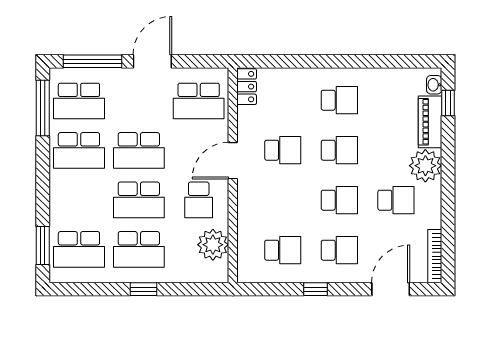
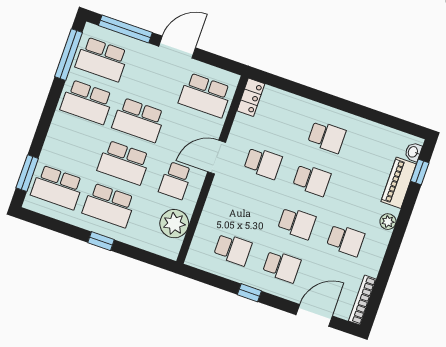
plant: (425, 166) -> (388, 222), width x0.53, depth x0.53

